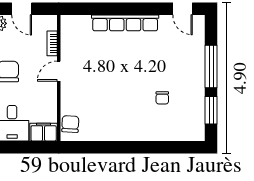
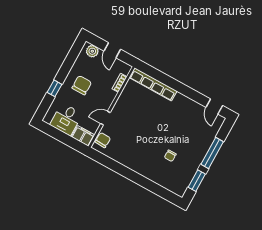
row of seats: (125, 23) -> (153, 84), moved
door: (59, 71) -> (105, 118), moved

